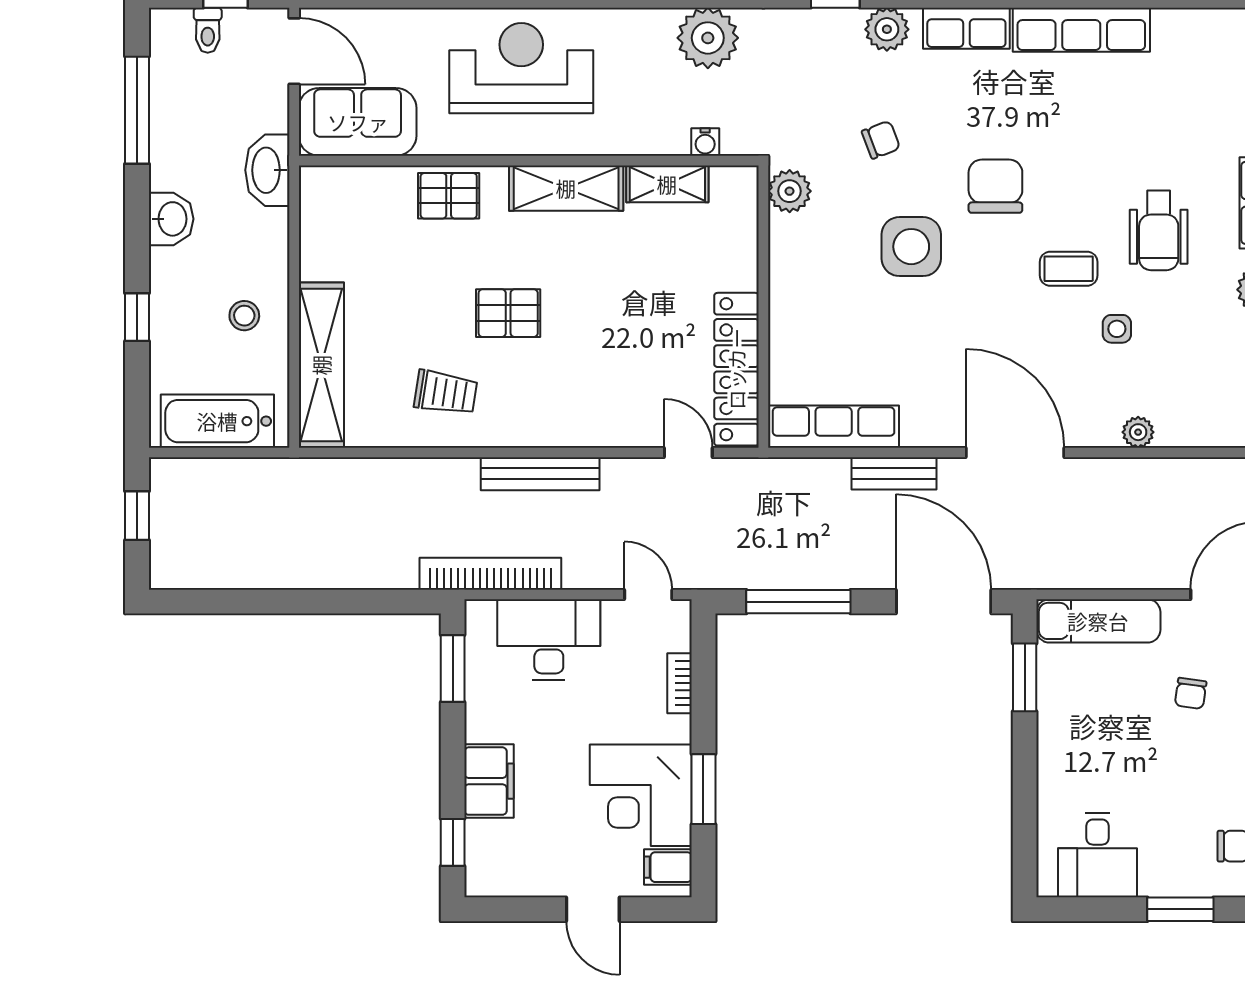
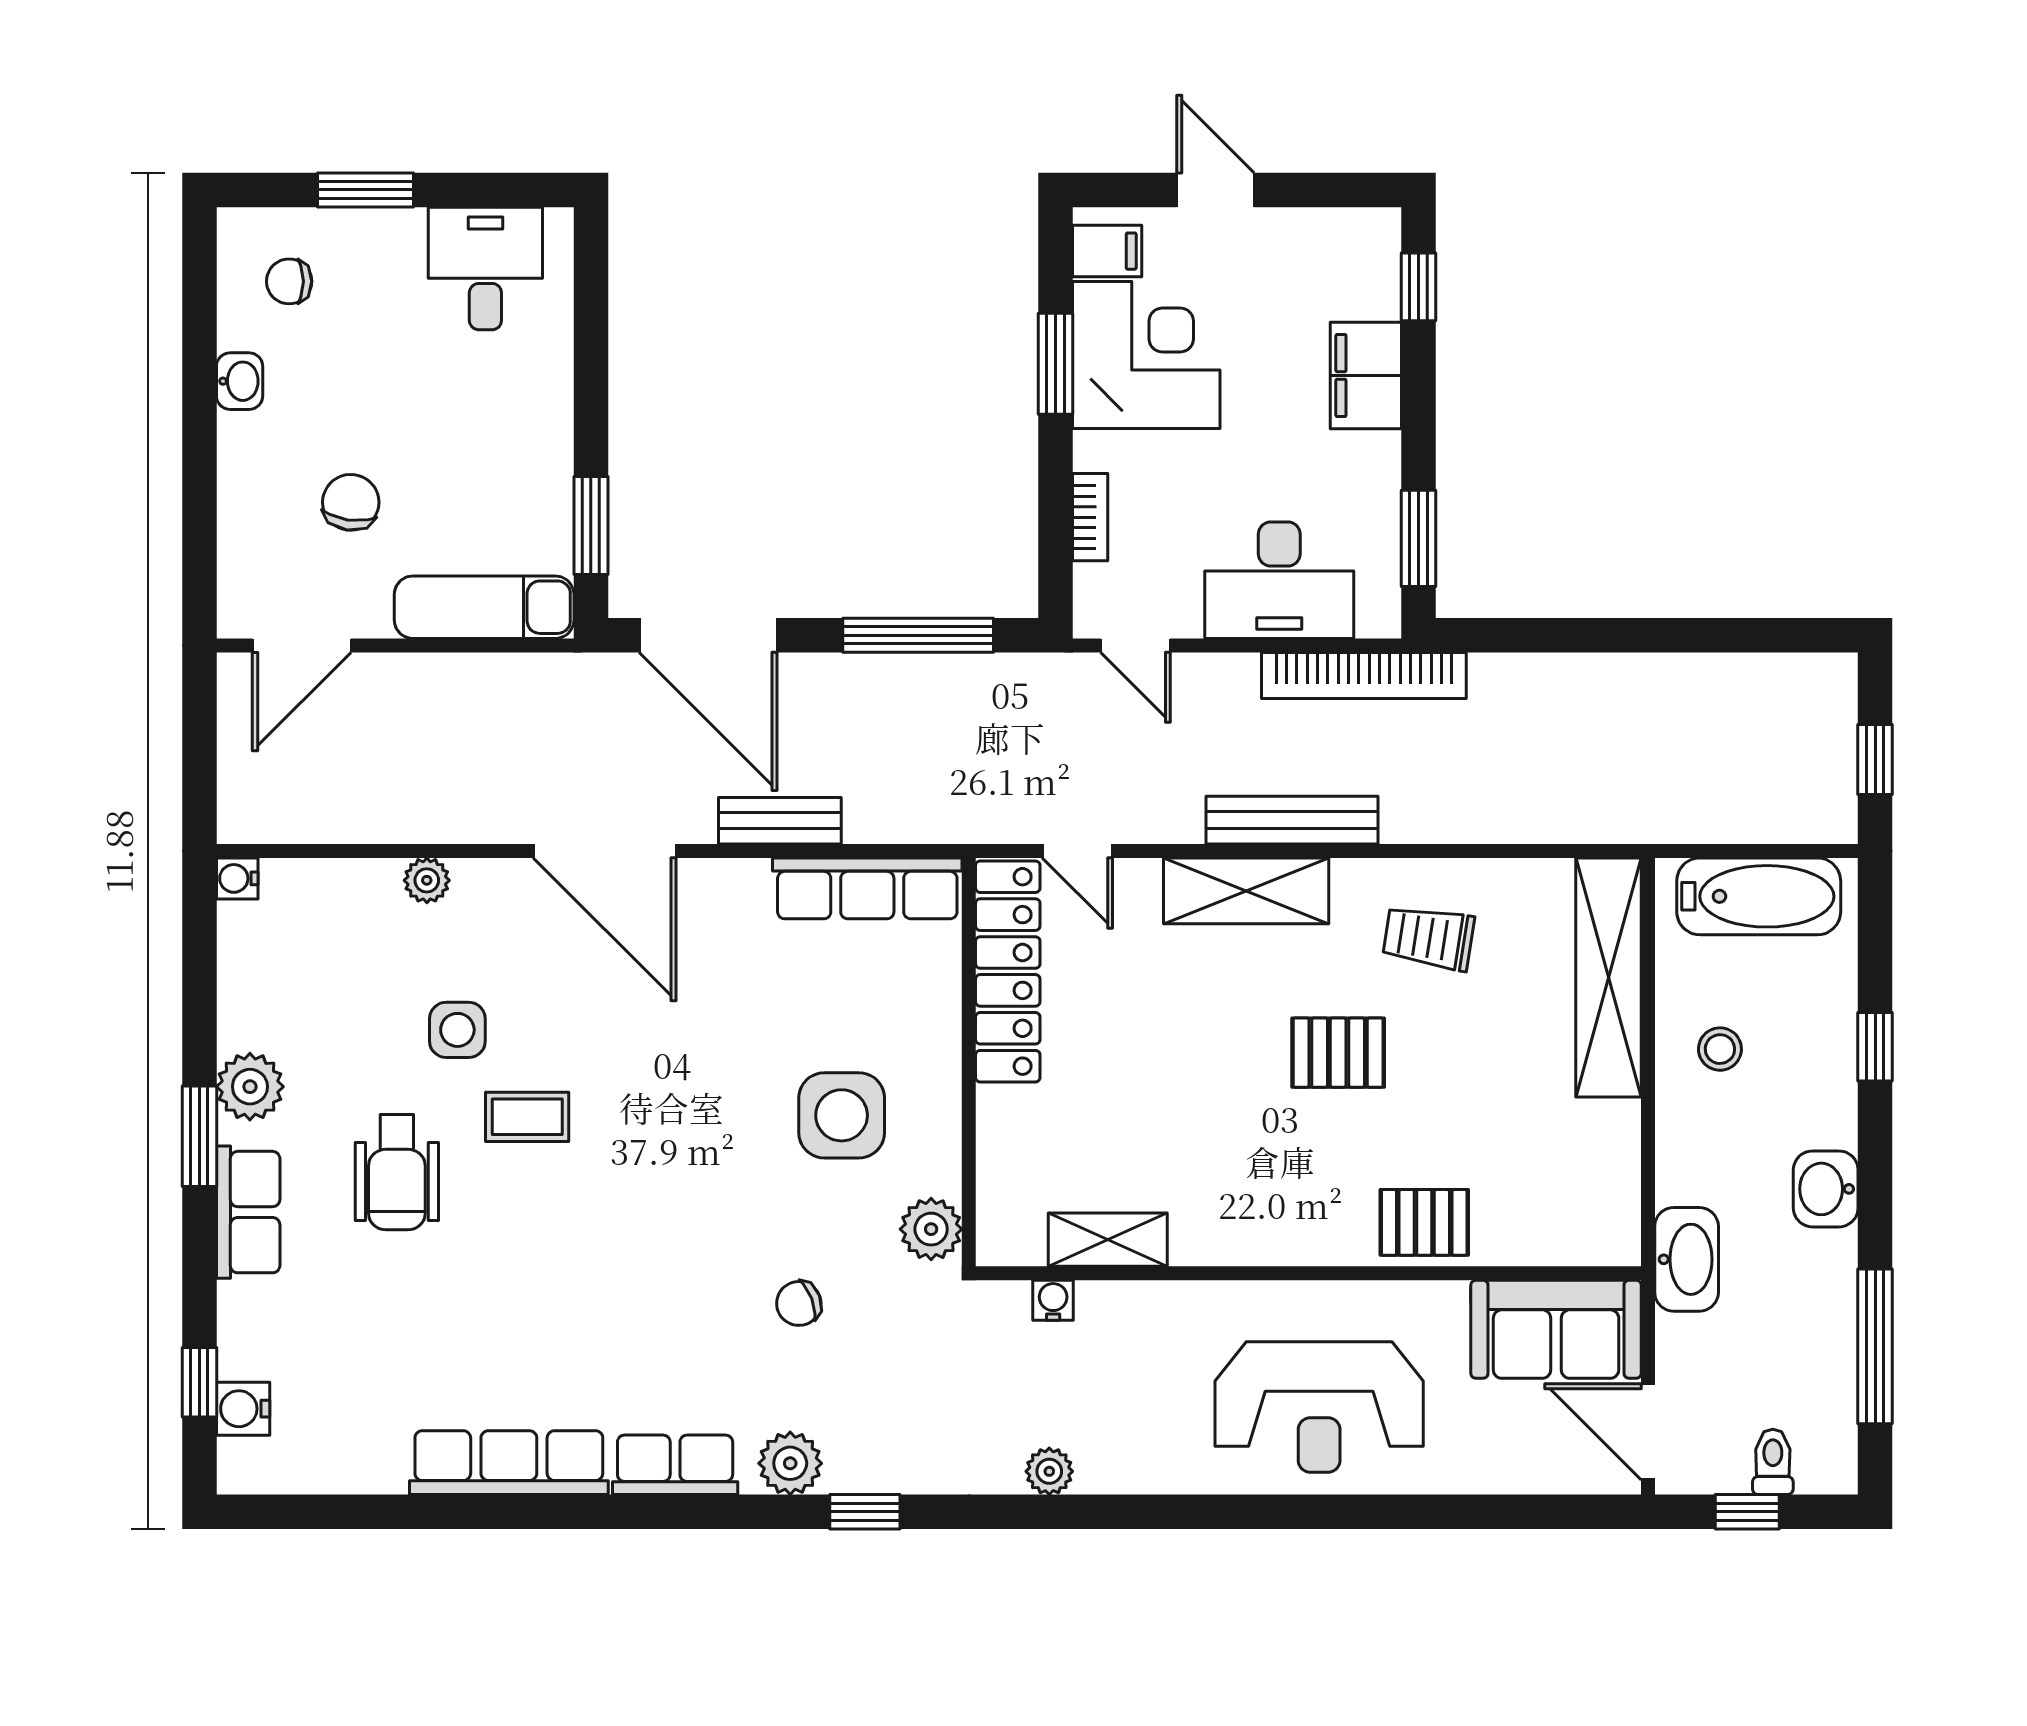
plant: (708, 38) -> (1049, 1471), width x0.53, depth x0.53
chair: (995, 186) -> (633, 1236), removed
shelving: (566, 188) -> (1246, 891), moved
wheelchair: (1159, 230) -> (397, 1172), turned 180
side table: (911, 247) -> (842, 1115), moved
side table: (1117, 329) -> (457, 1030), width x1.37, depth x1.37
chair: (1191, 693) -> (351, 502), width x1.37, depth x1.37

